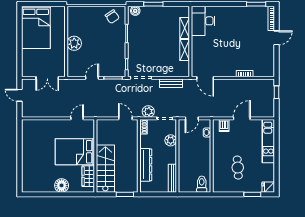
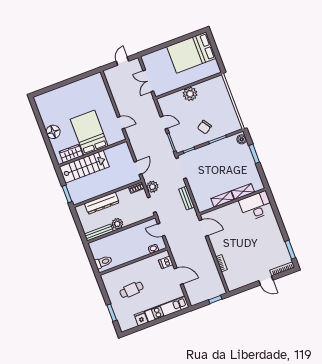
chair: (112, 17) -> (204, 127), moved
door: (205, 78) -> (204, 228), swing flipped
plant: (171, 140) -> (117, 224), moved
fridge: (268, 187) -> (141, 319), moved

